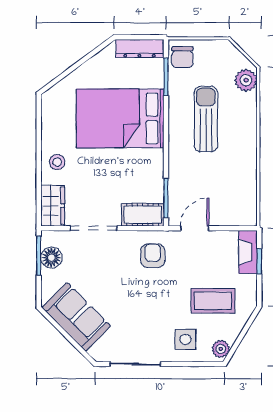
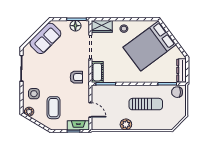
plant: (246, 80) -> (126, 124), moved
bed: (120, 118) -> (150, 46), moved, turned -127
door: (195, 228) -> (90, 110), moved

